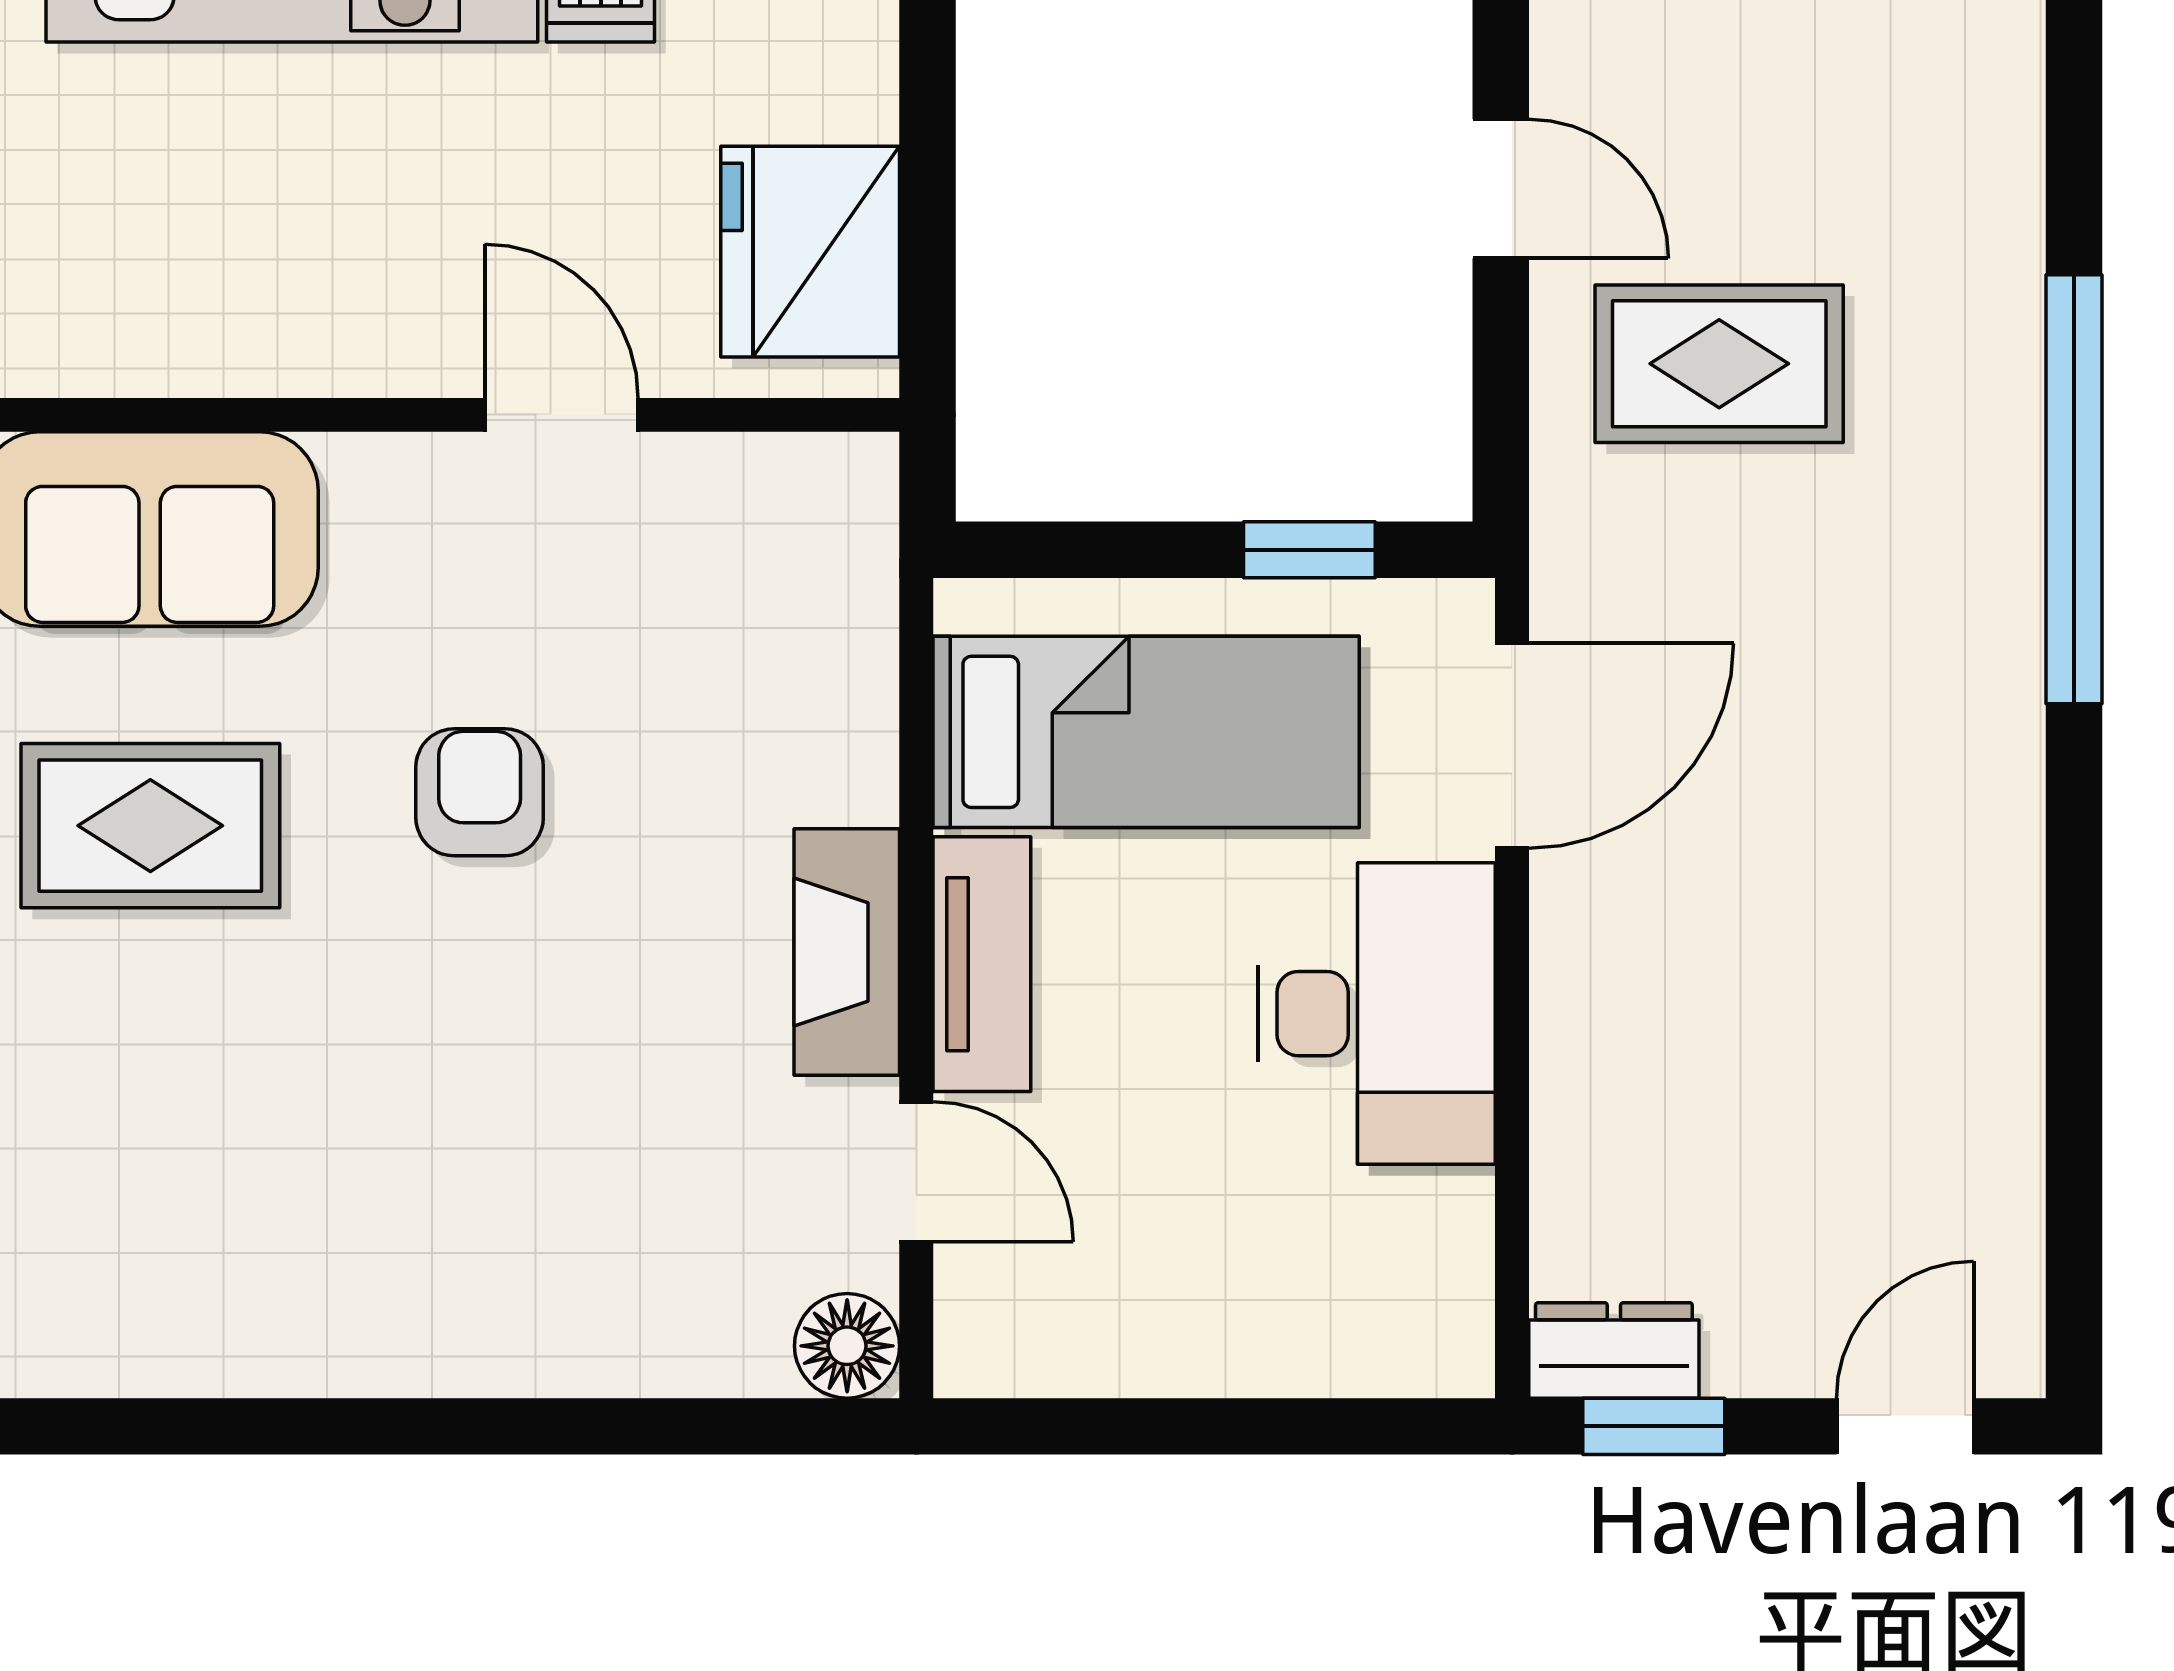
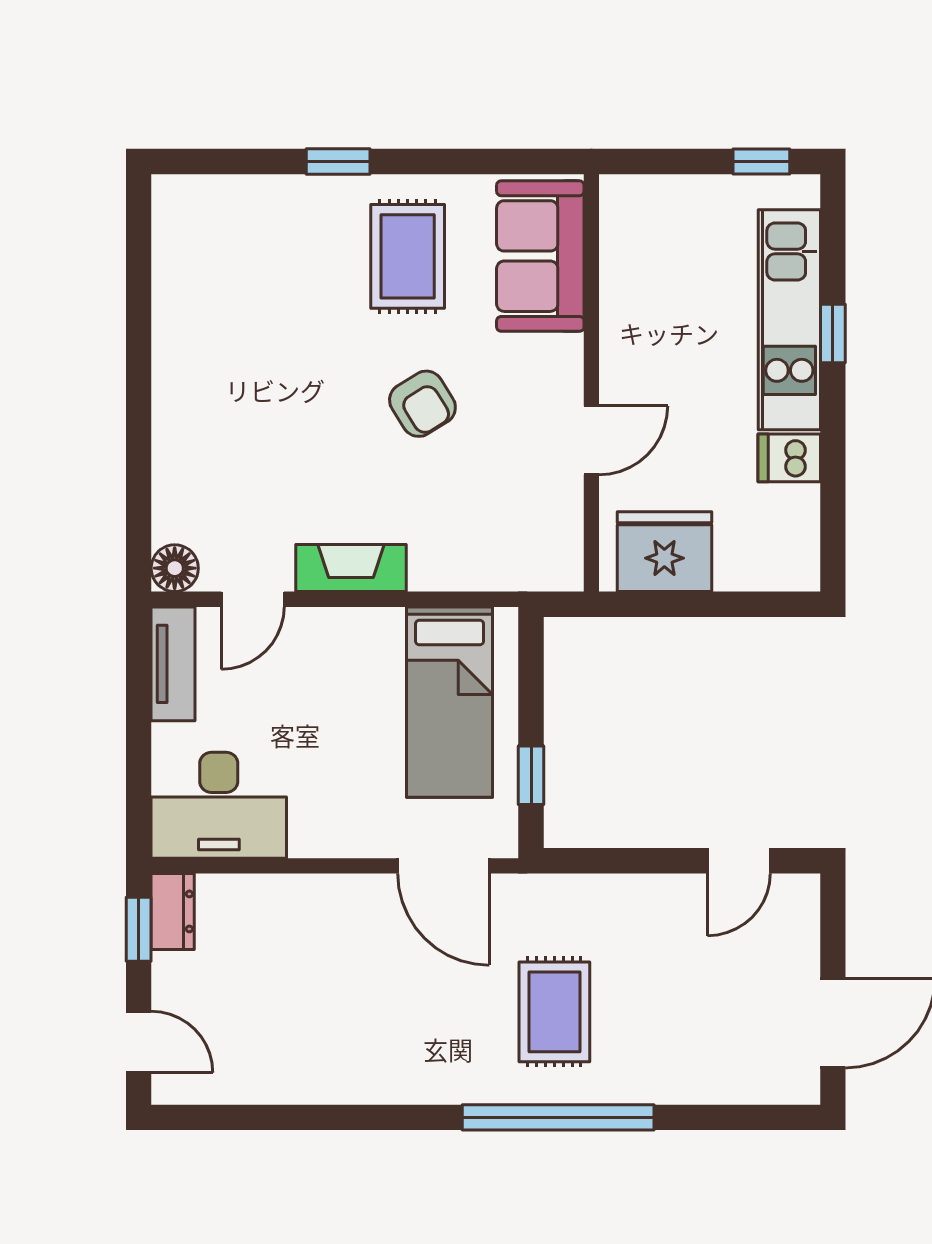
door: (1501, 189) -> (739, 861), moved
rug: (1719, 364) -> (554, 1012), moved
armchair: (480, 792) -> (422, 404), turned 58
tv unit: (982, 964) -> (173, 664), moved, turned -90
desk: (1377, 1014) -> (219, 805), moved

